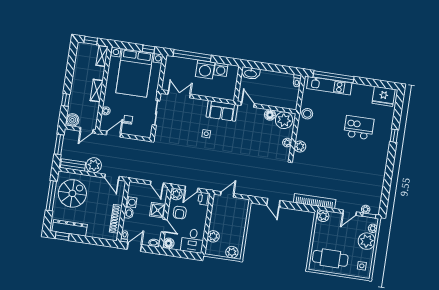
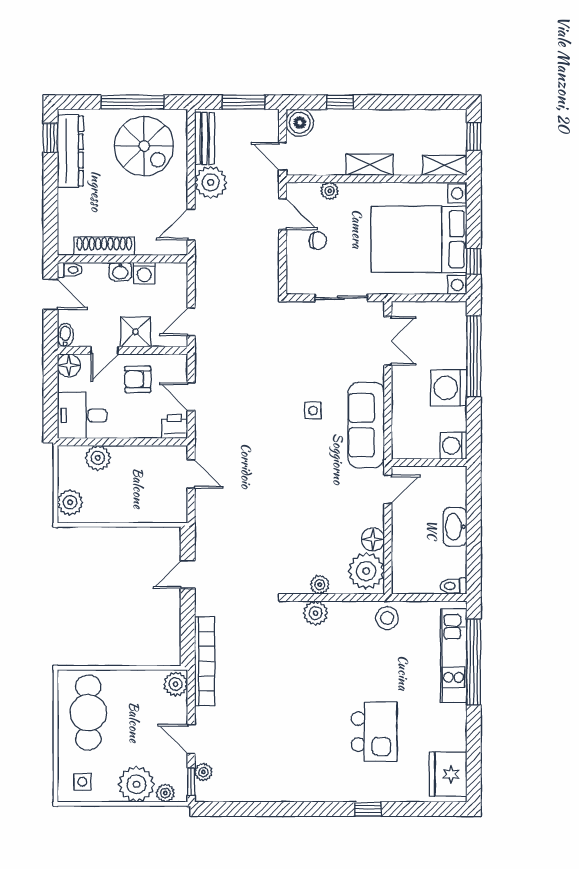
washing machine: (221, 70) -> (453, 446), moved
washbasin: (251, 73) -> (455, 527), moved
sofa: (222, 111) -> (366, 425), width x1.36
plant: (176, 194) -> (175, 366), removed

